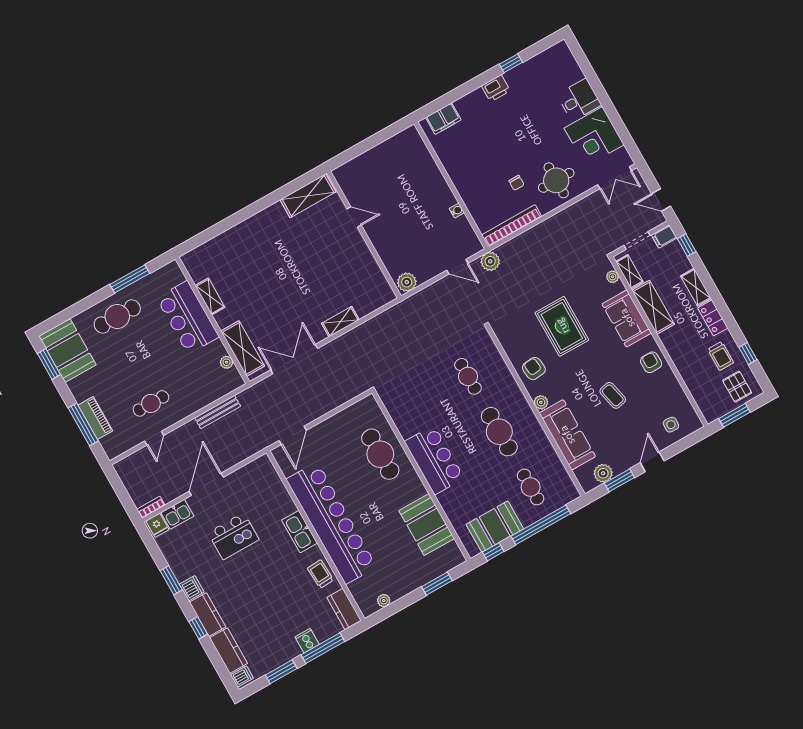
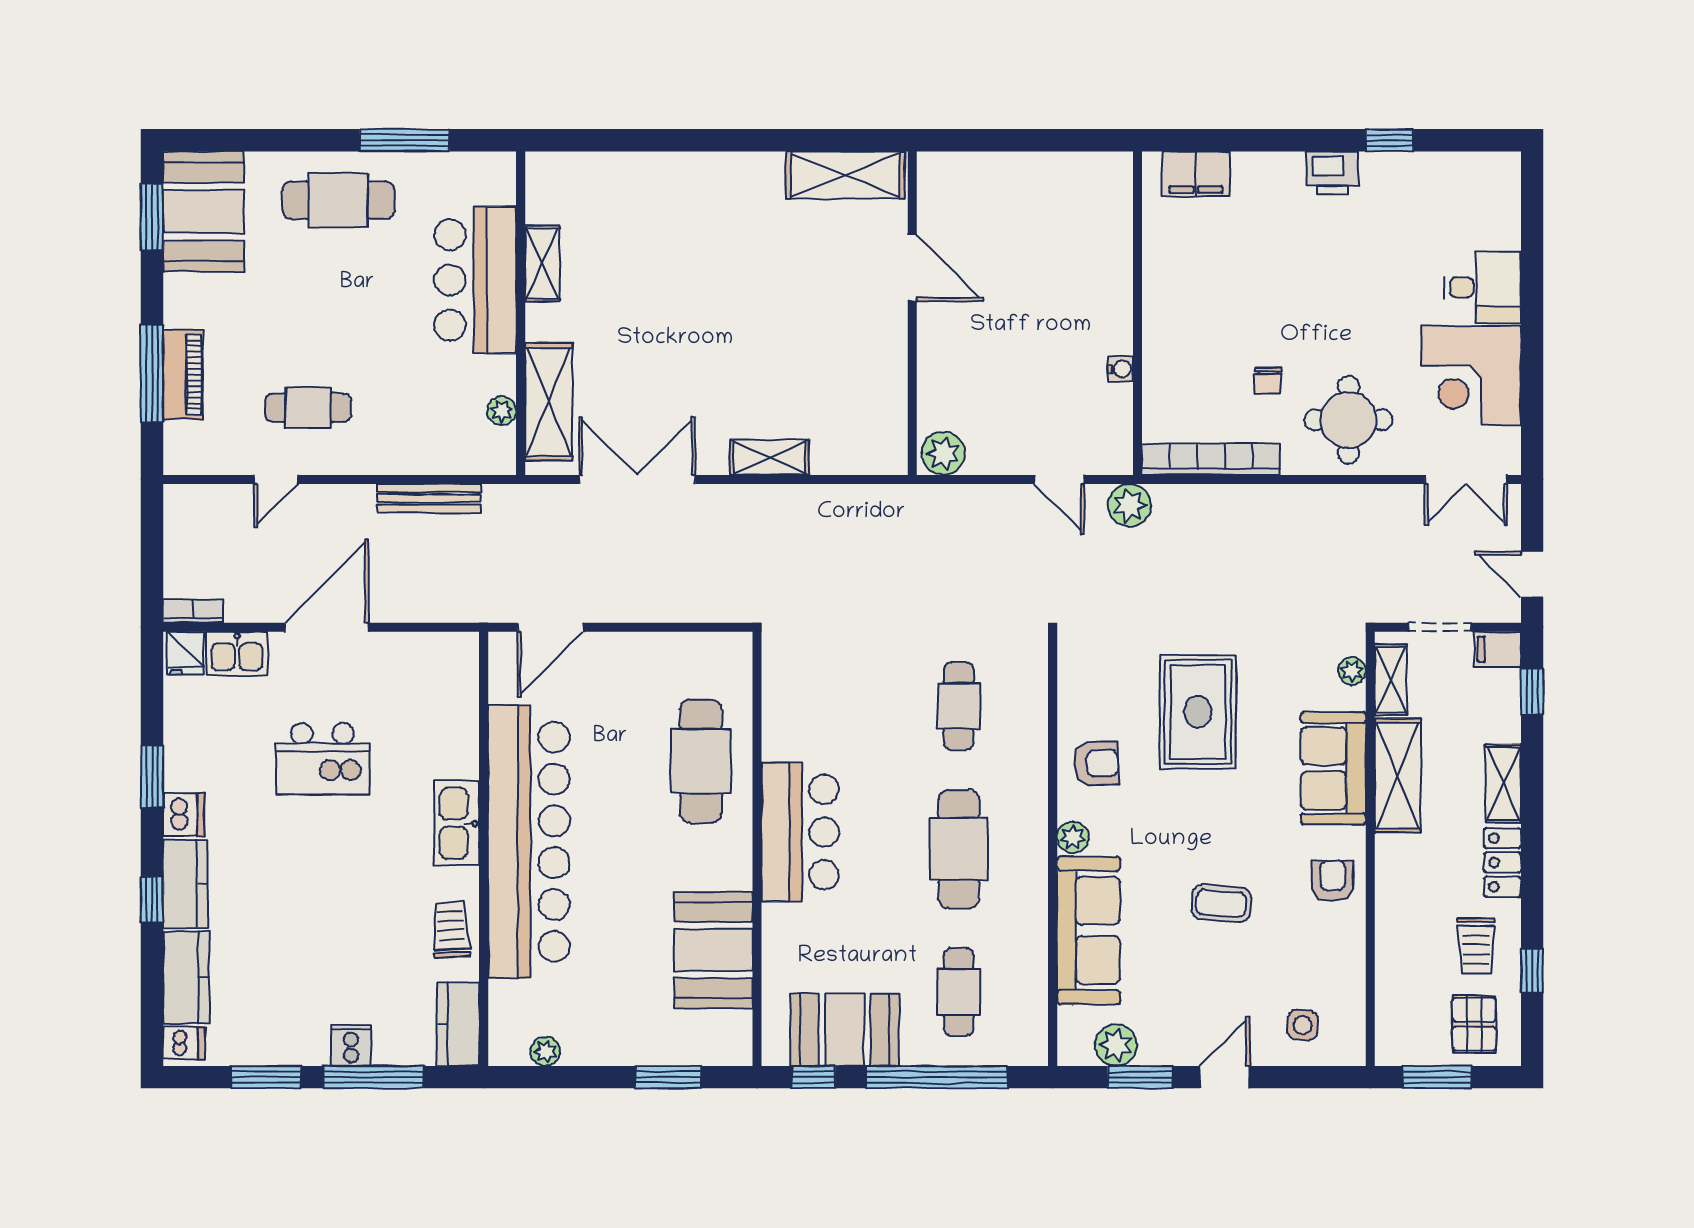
door: (354, 217) -> (912, 268), width x1.38
armchair: (534, 369) -> (1096, 764), turned 93
coffee table: (613, 395) -> (1221, 903), turned -73

